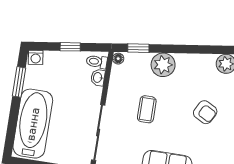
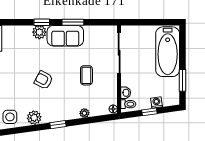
window: (138, 48) -> (58, 125), moved
washing machine: (36, 57) -> (157, 102), moved
plant: (163, 65) -> (84, 113), width x0.53, depth x0.53

